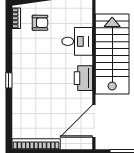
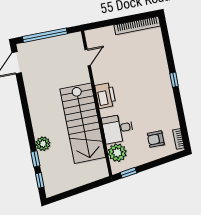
plant: (83, 16) -> (117, 153), added
door: (94, 121) -> (88, 57), width x0.53

